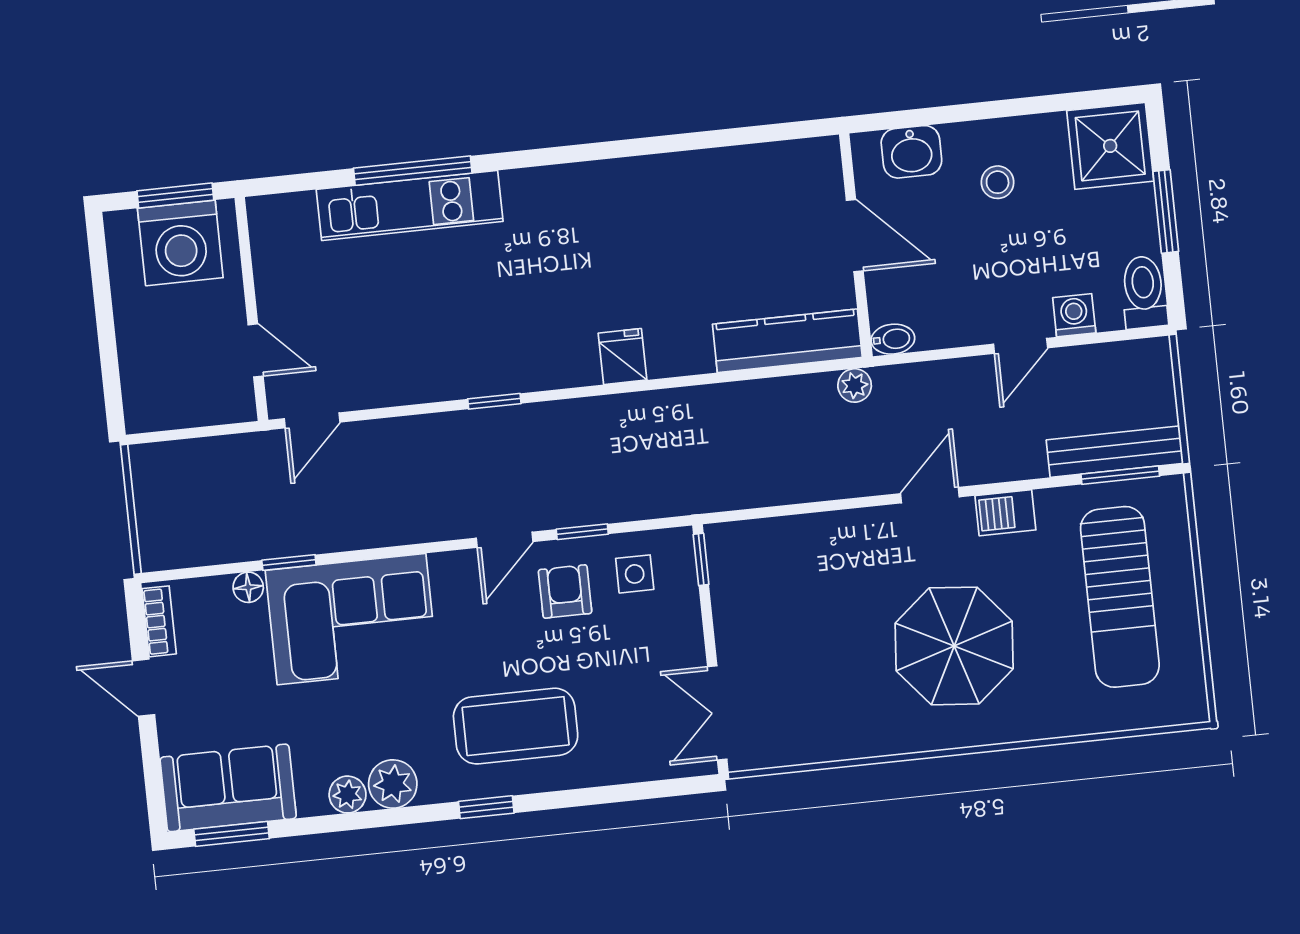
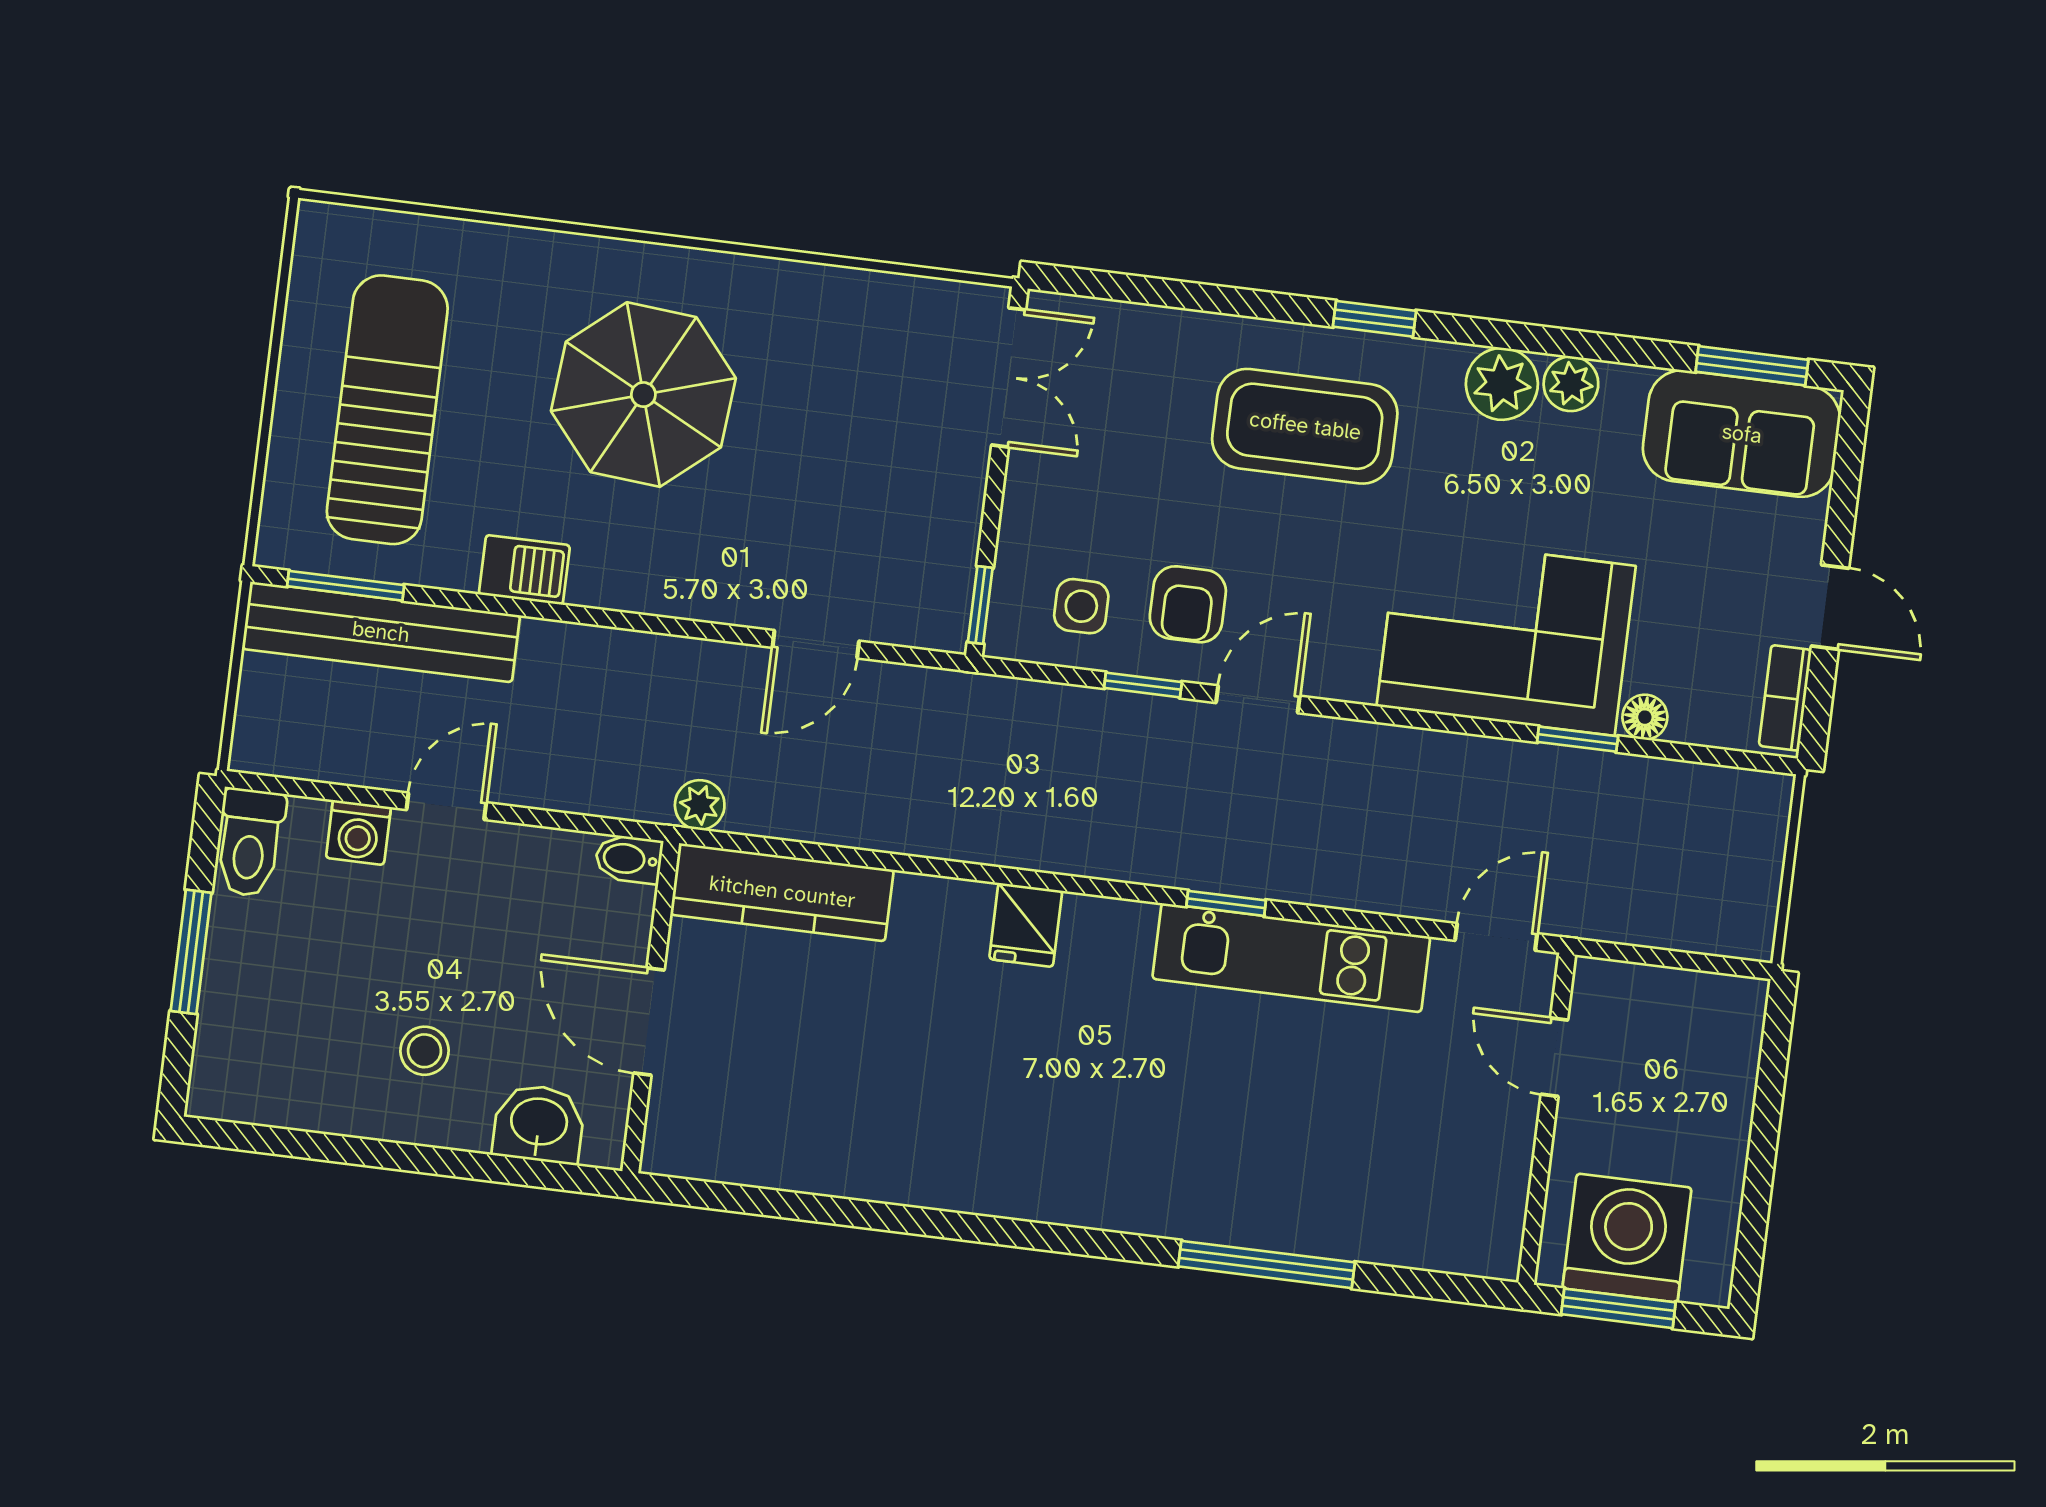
shower: (1110, 146) -> (249, 1065), removed
kitchen unit: (410, 205) -> (1291, 958), moved, turned 180
bench: (1115, 452) -> (381, 632), width x1.37, depth x1.21
door: (930, 495) -> (816, 644), moved

